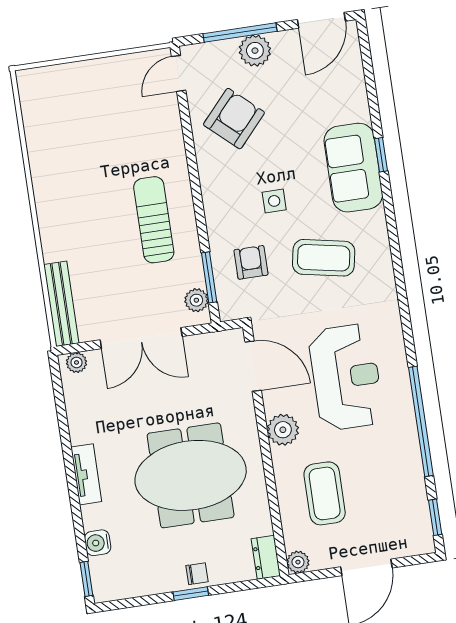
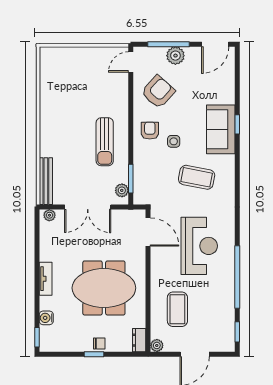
sun lounger: (154, 220) -> (105, 142), turned 180
armchair: (251, 262) -> (150, 131), moved
plant: (283, 430) -> (159, 270), removed

